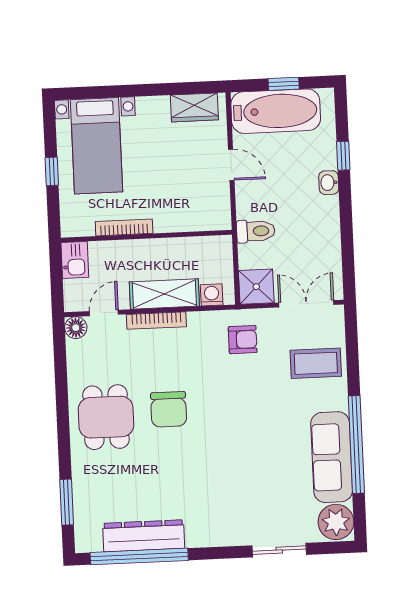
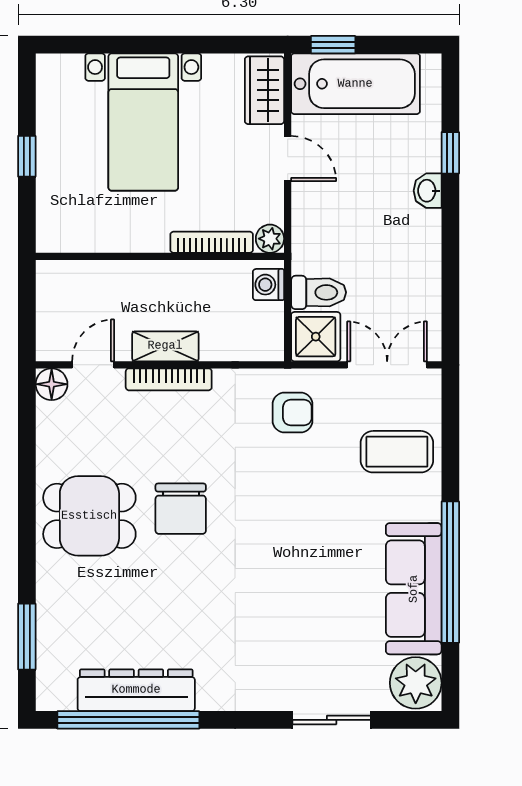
window: (284, 84) -> (333, 45), moved
wardrobe: (194, 107) -> (264, 90), moved, turned 90
bed with nightstands: (97, 146) -> (143, 122), moved
plant: (222, 221) -> (270, 239), added
bookcase: (124, 227) -> (212, 242), moved
toilet: (256, 231) -> (319, 292), moved
kitchen sink: (75, 260) -> (55, 286), removed
shelving: (164, 294) -> (165, 346), width x0.67, depth x0.75
washing machine: (212, 295) -> (268, 285), moved, turned -90
dining table: (106, 417) -> (89, 516), turned 90

